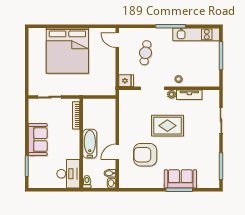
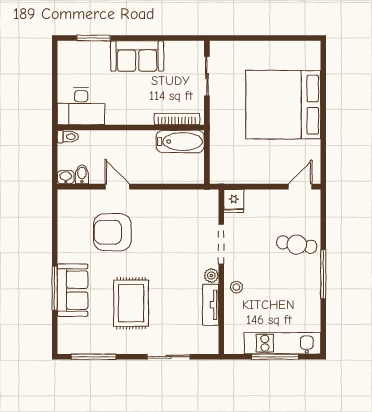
kitchen unit: (196, 34) -> (282, 343), moved, turned 90
cafe table: (146, 53) -> (297, 245), moved
rug: (167, 126) -> (131, 303), moved
bathtub: (90, 144) -> (180, 142), moved
armchair: (145, 155) -> (112, 232), turned -90

